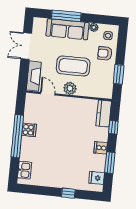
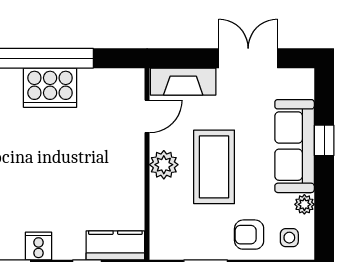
window: (66, 16) -> (324, 140), width x0.46
armchair: (105, 53) -> (249, 235), turned -90
cooker: (29, 130) -> (50, 88), width x1.87, depth x1.31

